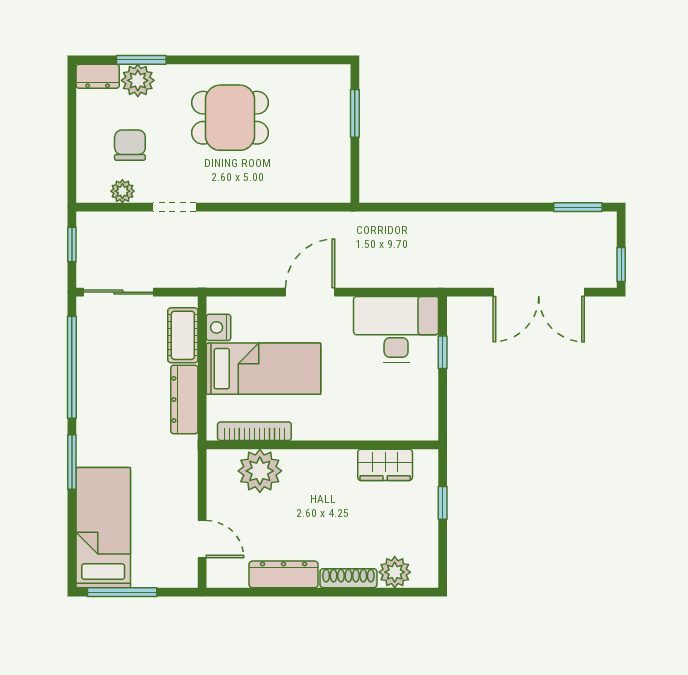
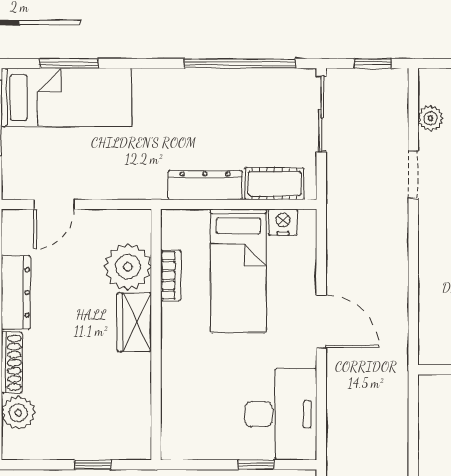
bookcase: (254, 431) -> (171, 275), width x0.64
window: (72, 462) -> (69, 63), moved
wardrobe: (385, 465) -> (134, 322), moved

